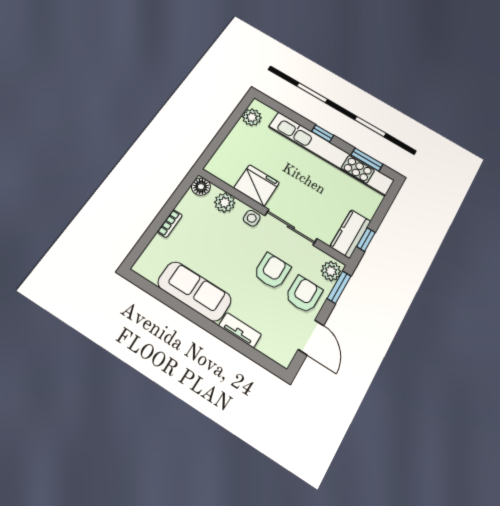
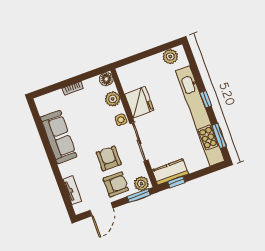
armchair: (272, 271) -> (109, 158), turned -90
tv unit: (240, 330) -> (72, 190), moved

